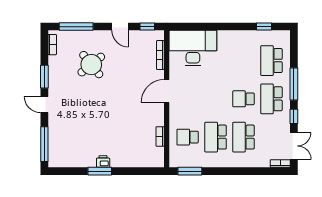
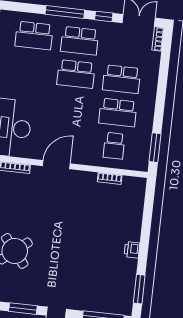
door: (167, 91) -> (56, 165), swing flipped
school desk: (244, 99) -> (76, 74), width x1.85
window: (100, 171) -> (139, 289), moved

